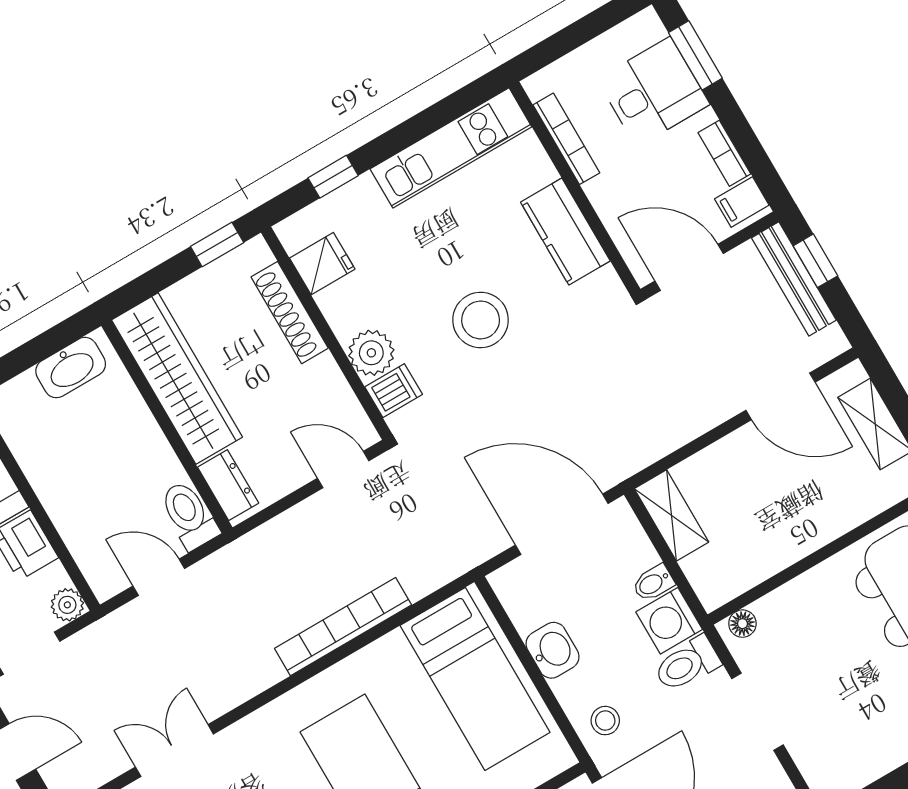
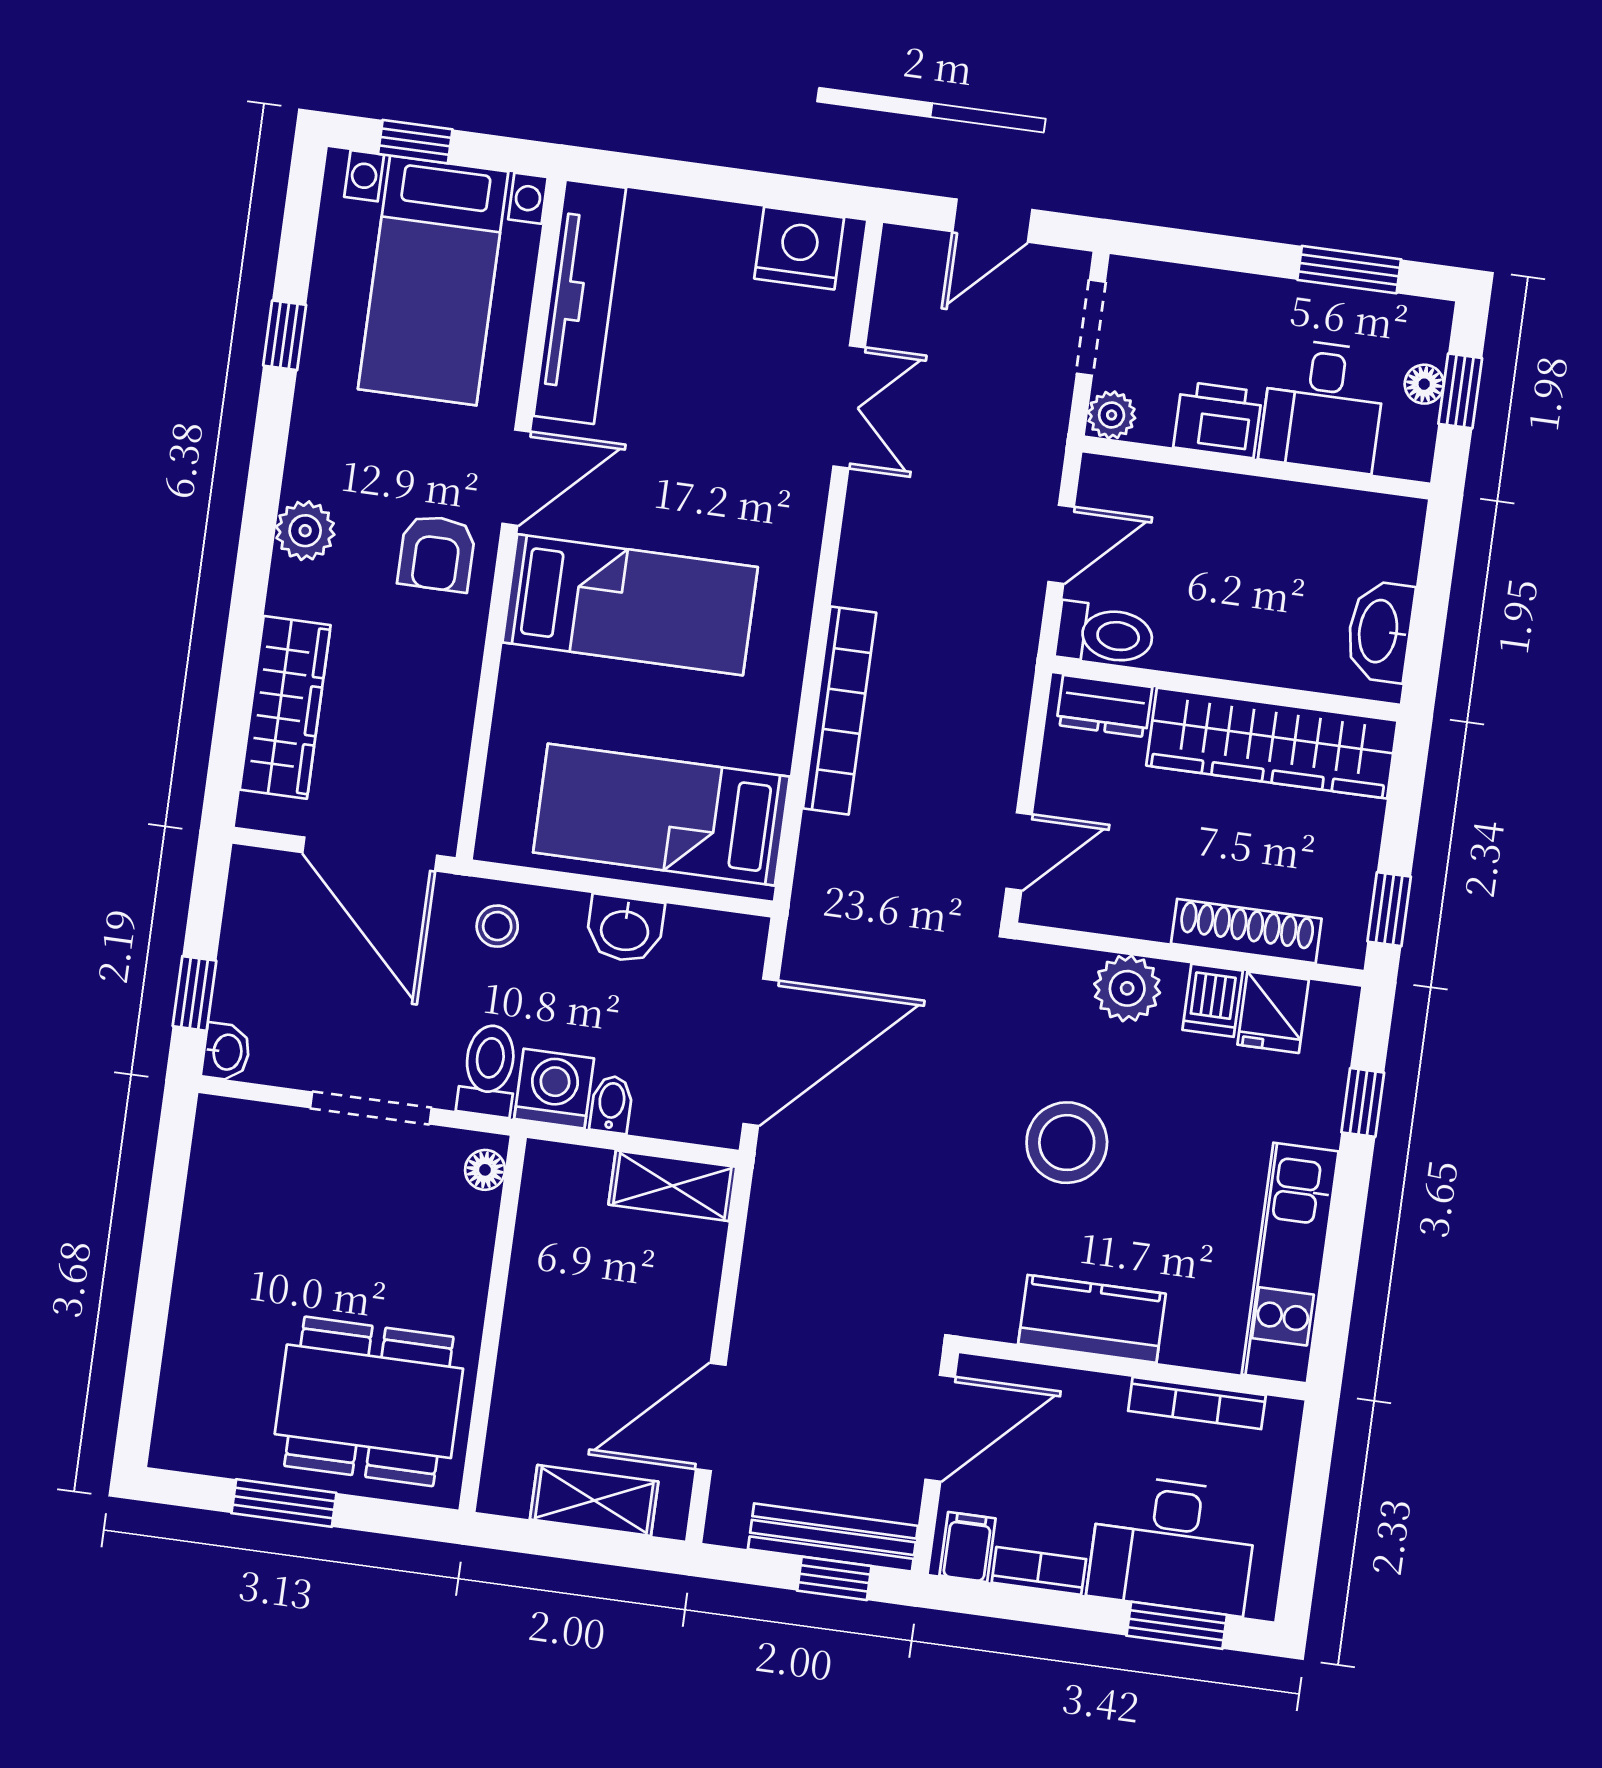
desk: (653, 92) -> (1173, 1545), width x1.37
dishwasher: (394, 391) -> (1213, 1000), moved

